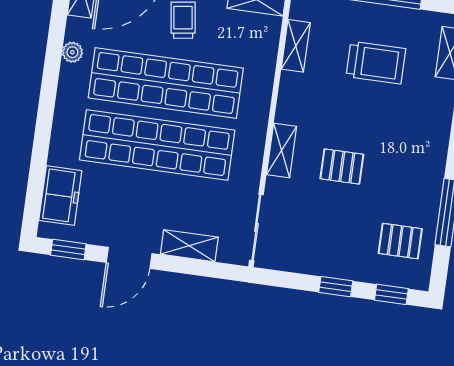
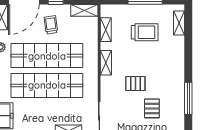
shelving: (282, 150) -> (106, 63), moved
pallet: (400, 241) -> (152, 108), moved, turned 90

